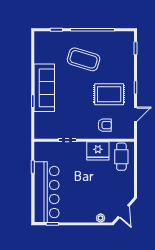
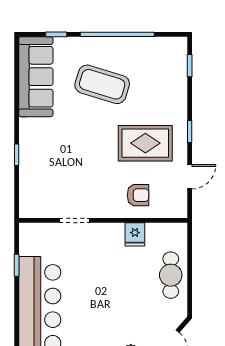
sofa: (44, 88) -> (36, 77), moved
fridge: (98, 151) -> (135, 234), width x0.53, depth x0.75
cafe table: (121, 157) -> (171, 275), moved

